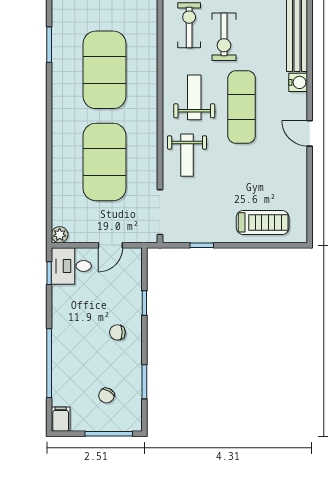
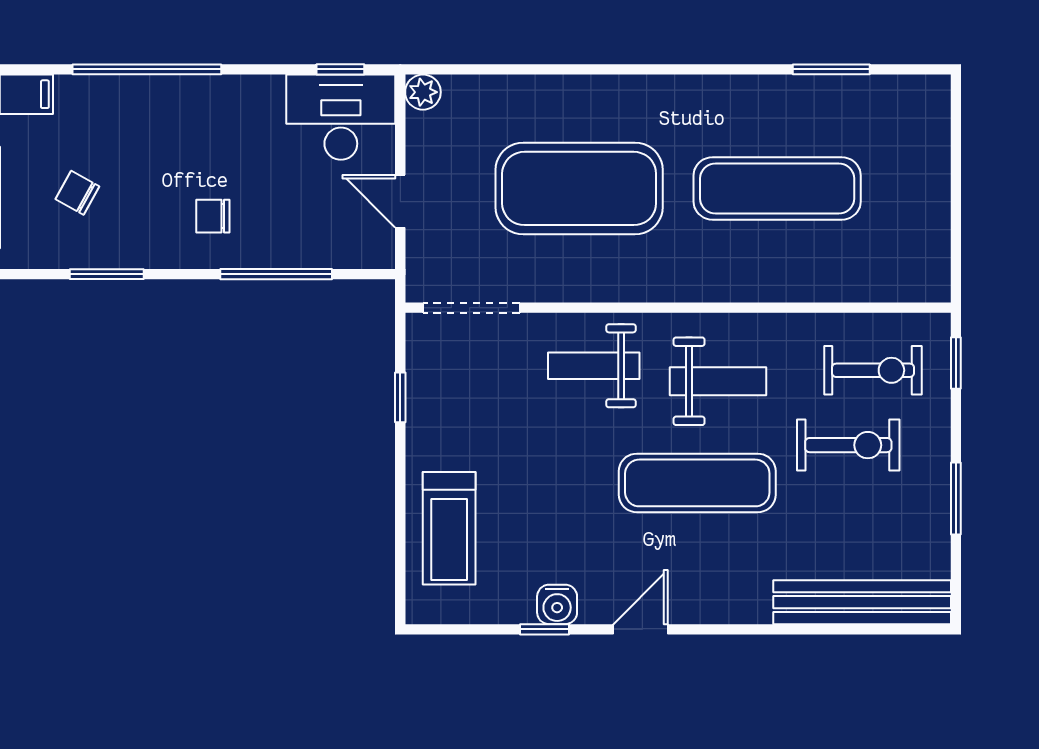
exercise bike: (224, 37) -> (848, 445), turned 180
exercise mat: (105, 70) -> (777, 188), width x0.68
water cooler: (298, 82) -> (557, 604), moved
window: (310, 178) -> (544, 629), added
desk: (71, 266) -> (341, 117), width x1.37
window: (144, 303) -> (276, 274), width x2.17
chair: (117, 332) -> (213, 216), turned -90

